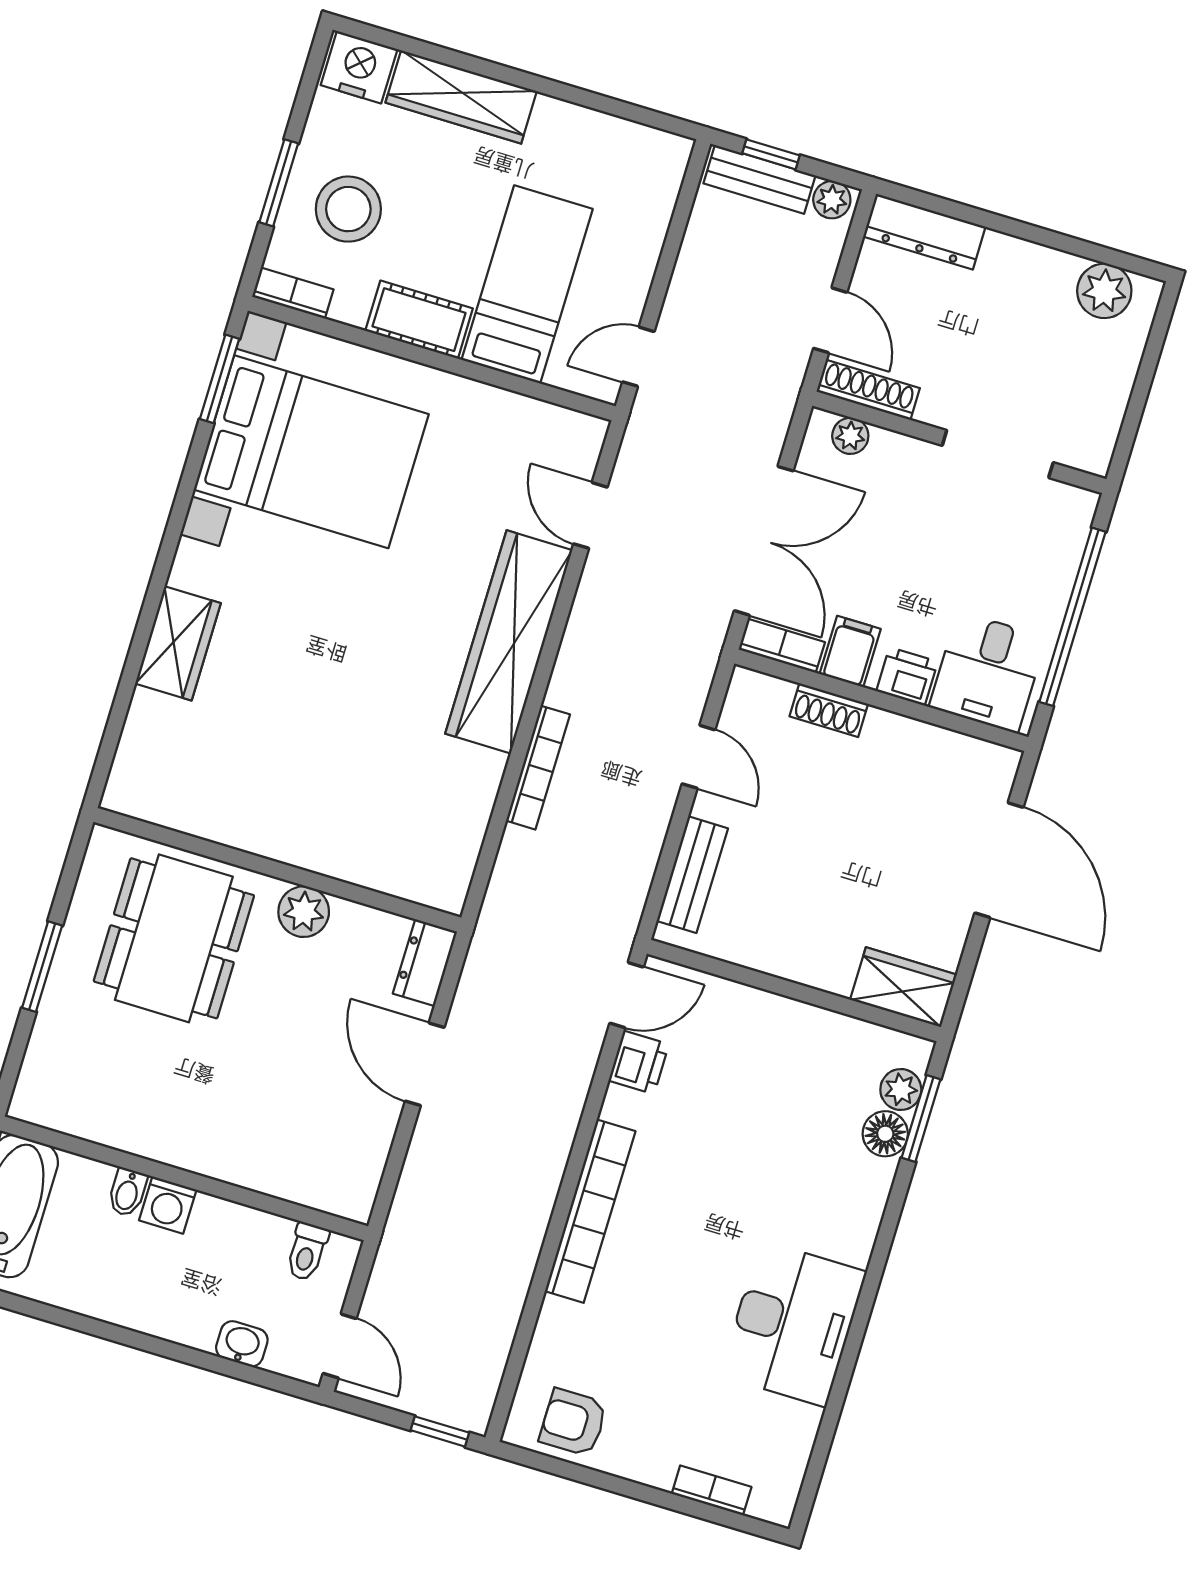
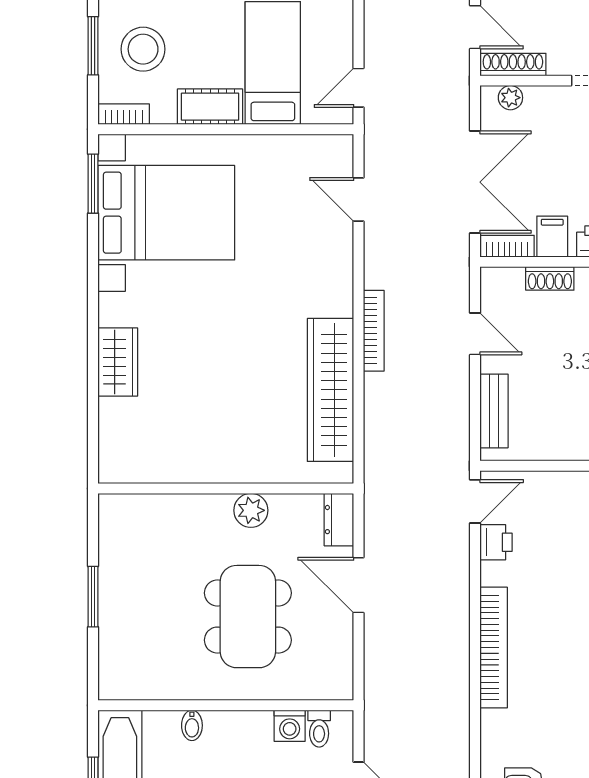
wardrobe: (509, 642) -> (331, 390), moved
bookcase: (538, 768) -> (374, 331), moved
dining table: (174, 938) -> (248, 617), moved
washing machine: (168, 1205) -> (290, 726), moved

